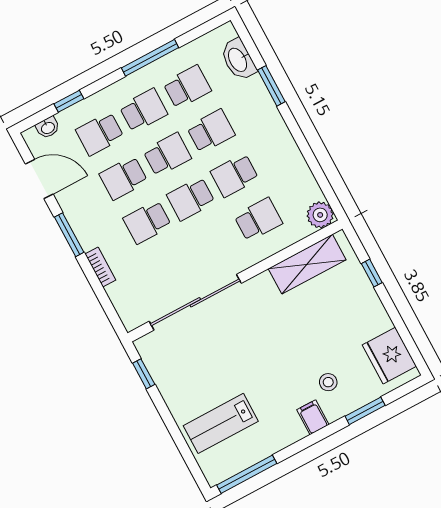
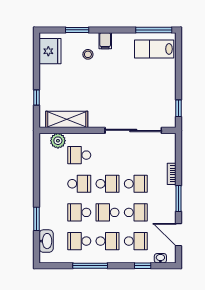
school desk: (143, 110) -> (108, 241), turned 180
plant: (320, 215) -> (58, 141), moved
lab bench: (221, 423) -> (154, 49), moved, turned 180

